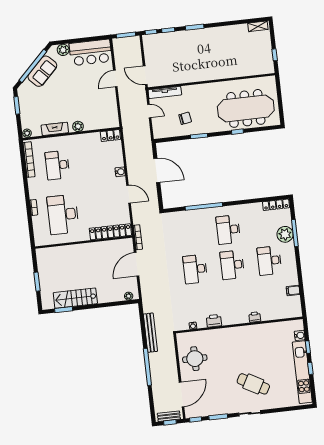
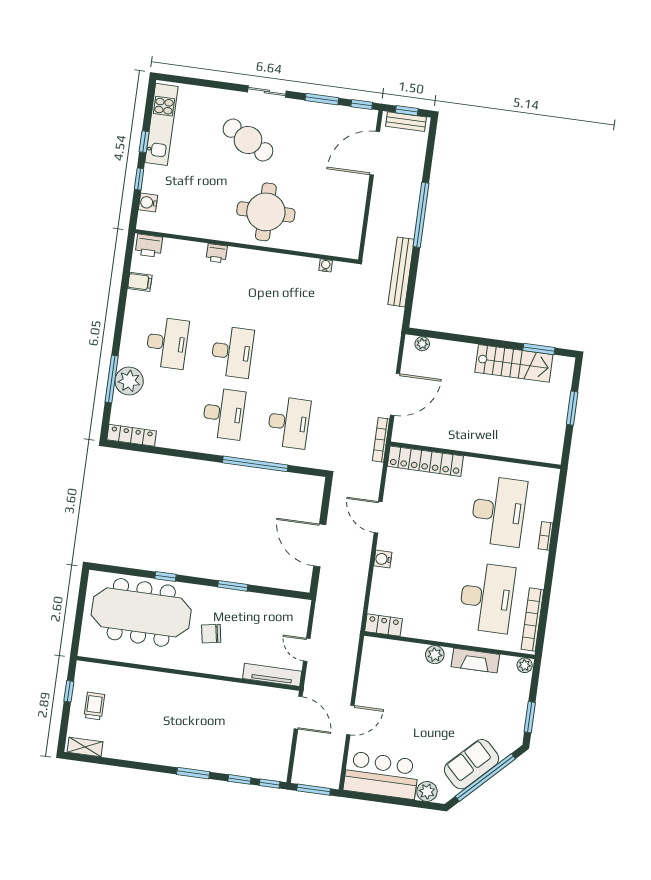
trolley: (259, 50) -> (94, 706), added
chair: (185, 118) -> (211, 634), moved
desk: (57, 165) -> (487, 598), width x1.36, depth x1.30
desk: (195, 269) -> (289, 423), moved
printer: (214, 321) -> (149, 246), moved
round table: (195, 359) -> (266, 212), moved, width x1.36, depth x1.36
kitchen unit: (302, 372) -> (161, 124), width x0.73

